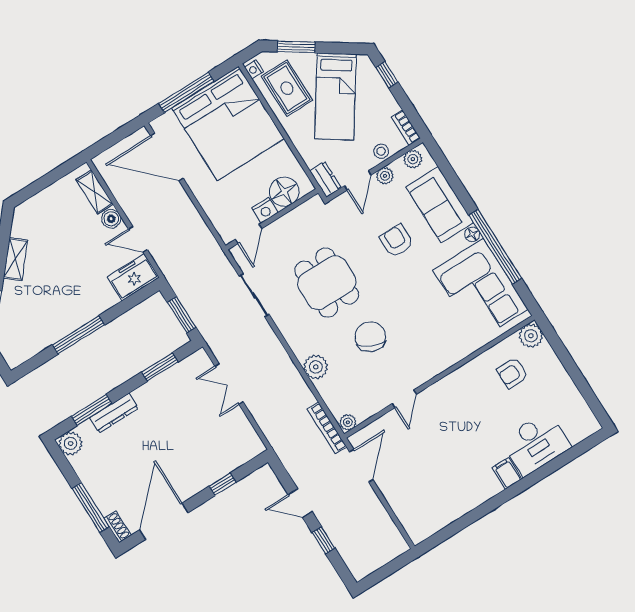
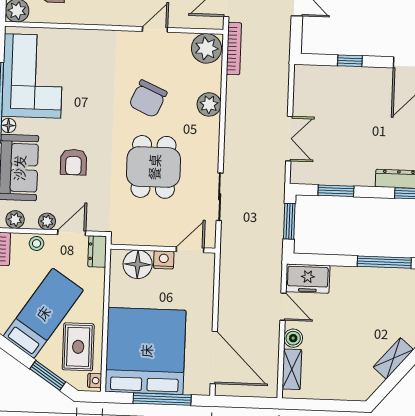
plant: (348, 422) -> (206, 48), width x1.88, depth x1.88

